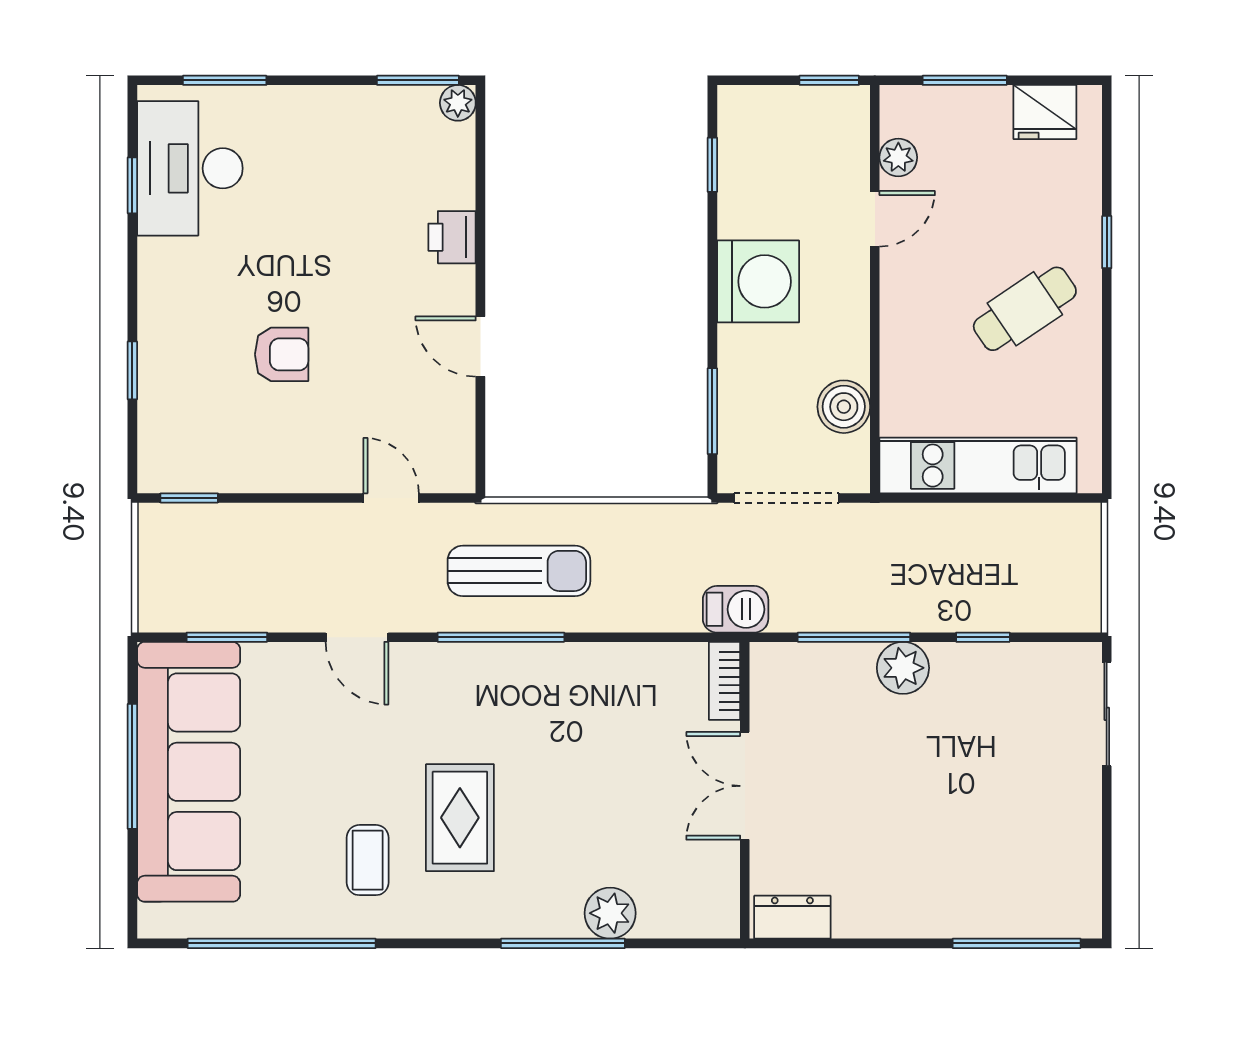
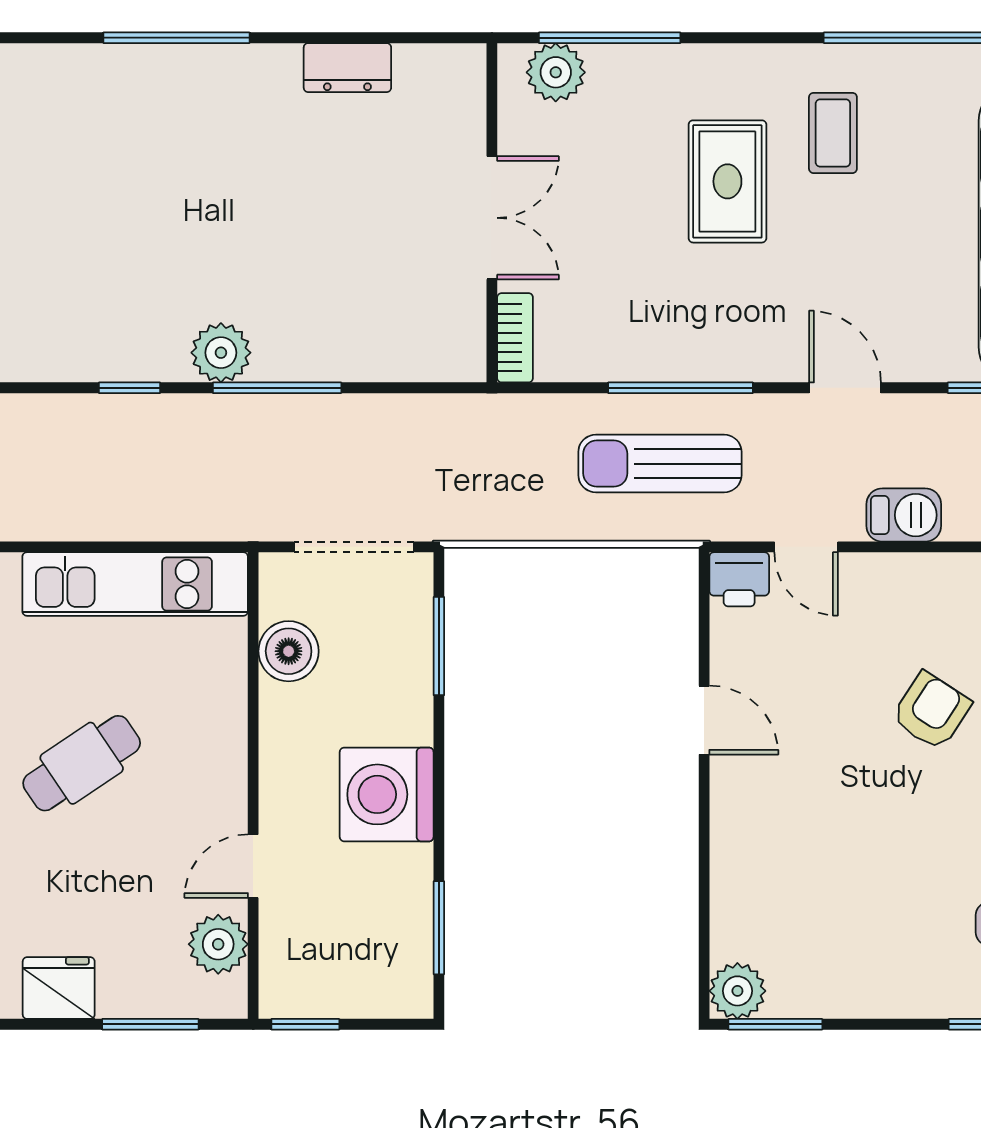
plant: (458, 103) -> (737, 991), width x1.38, depth x1.38
plant: (898, 157) -> (218, 944), width x1.38, depth x1.38
window: (712, 165) -> (439, 928), width x1.50
printer: (452, 237) -> (739, 579), moved, turned 90
armchair: (282, 354) -> (931, 711), turned 123
barbecue: (736, 609) -> (904, 515), moved, turned 180
bookcase: (725, 681) -> (515, 338), moved
double door: (745, 786) -> (492, 218), moved
wall: (745, 790) -> (492, 213), moved
window: (1017, 943) -> (176, 38), moved

